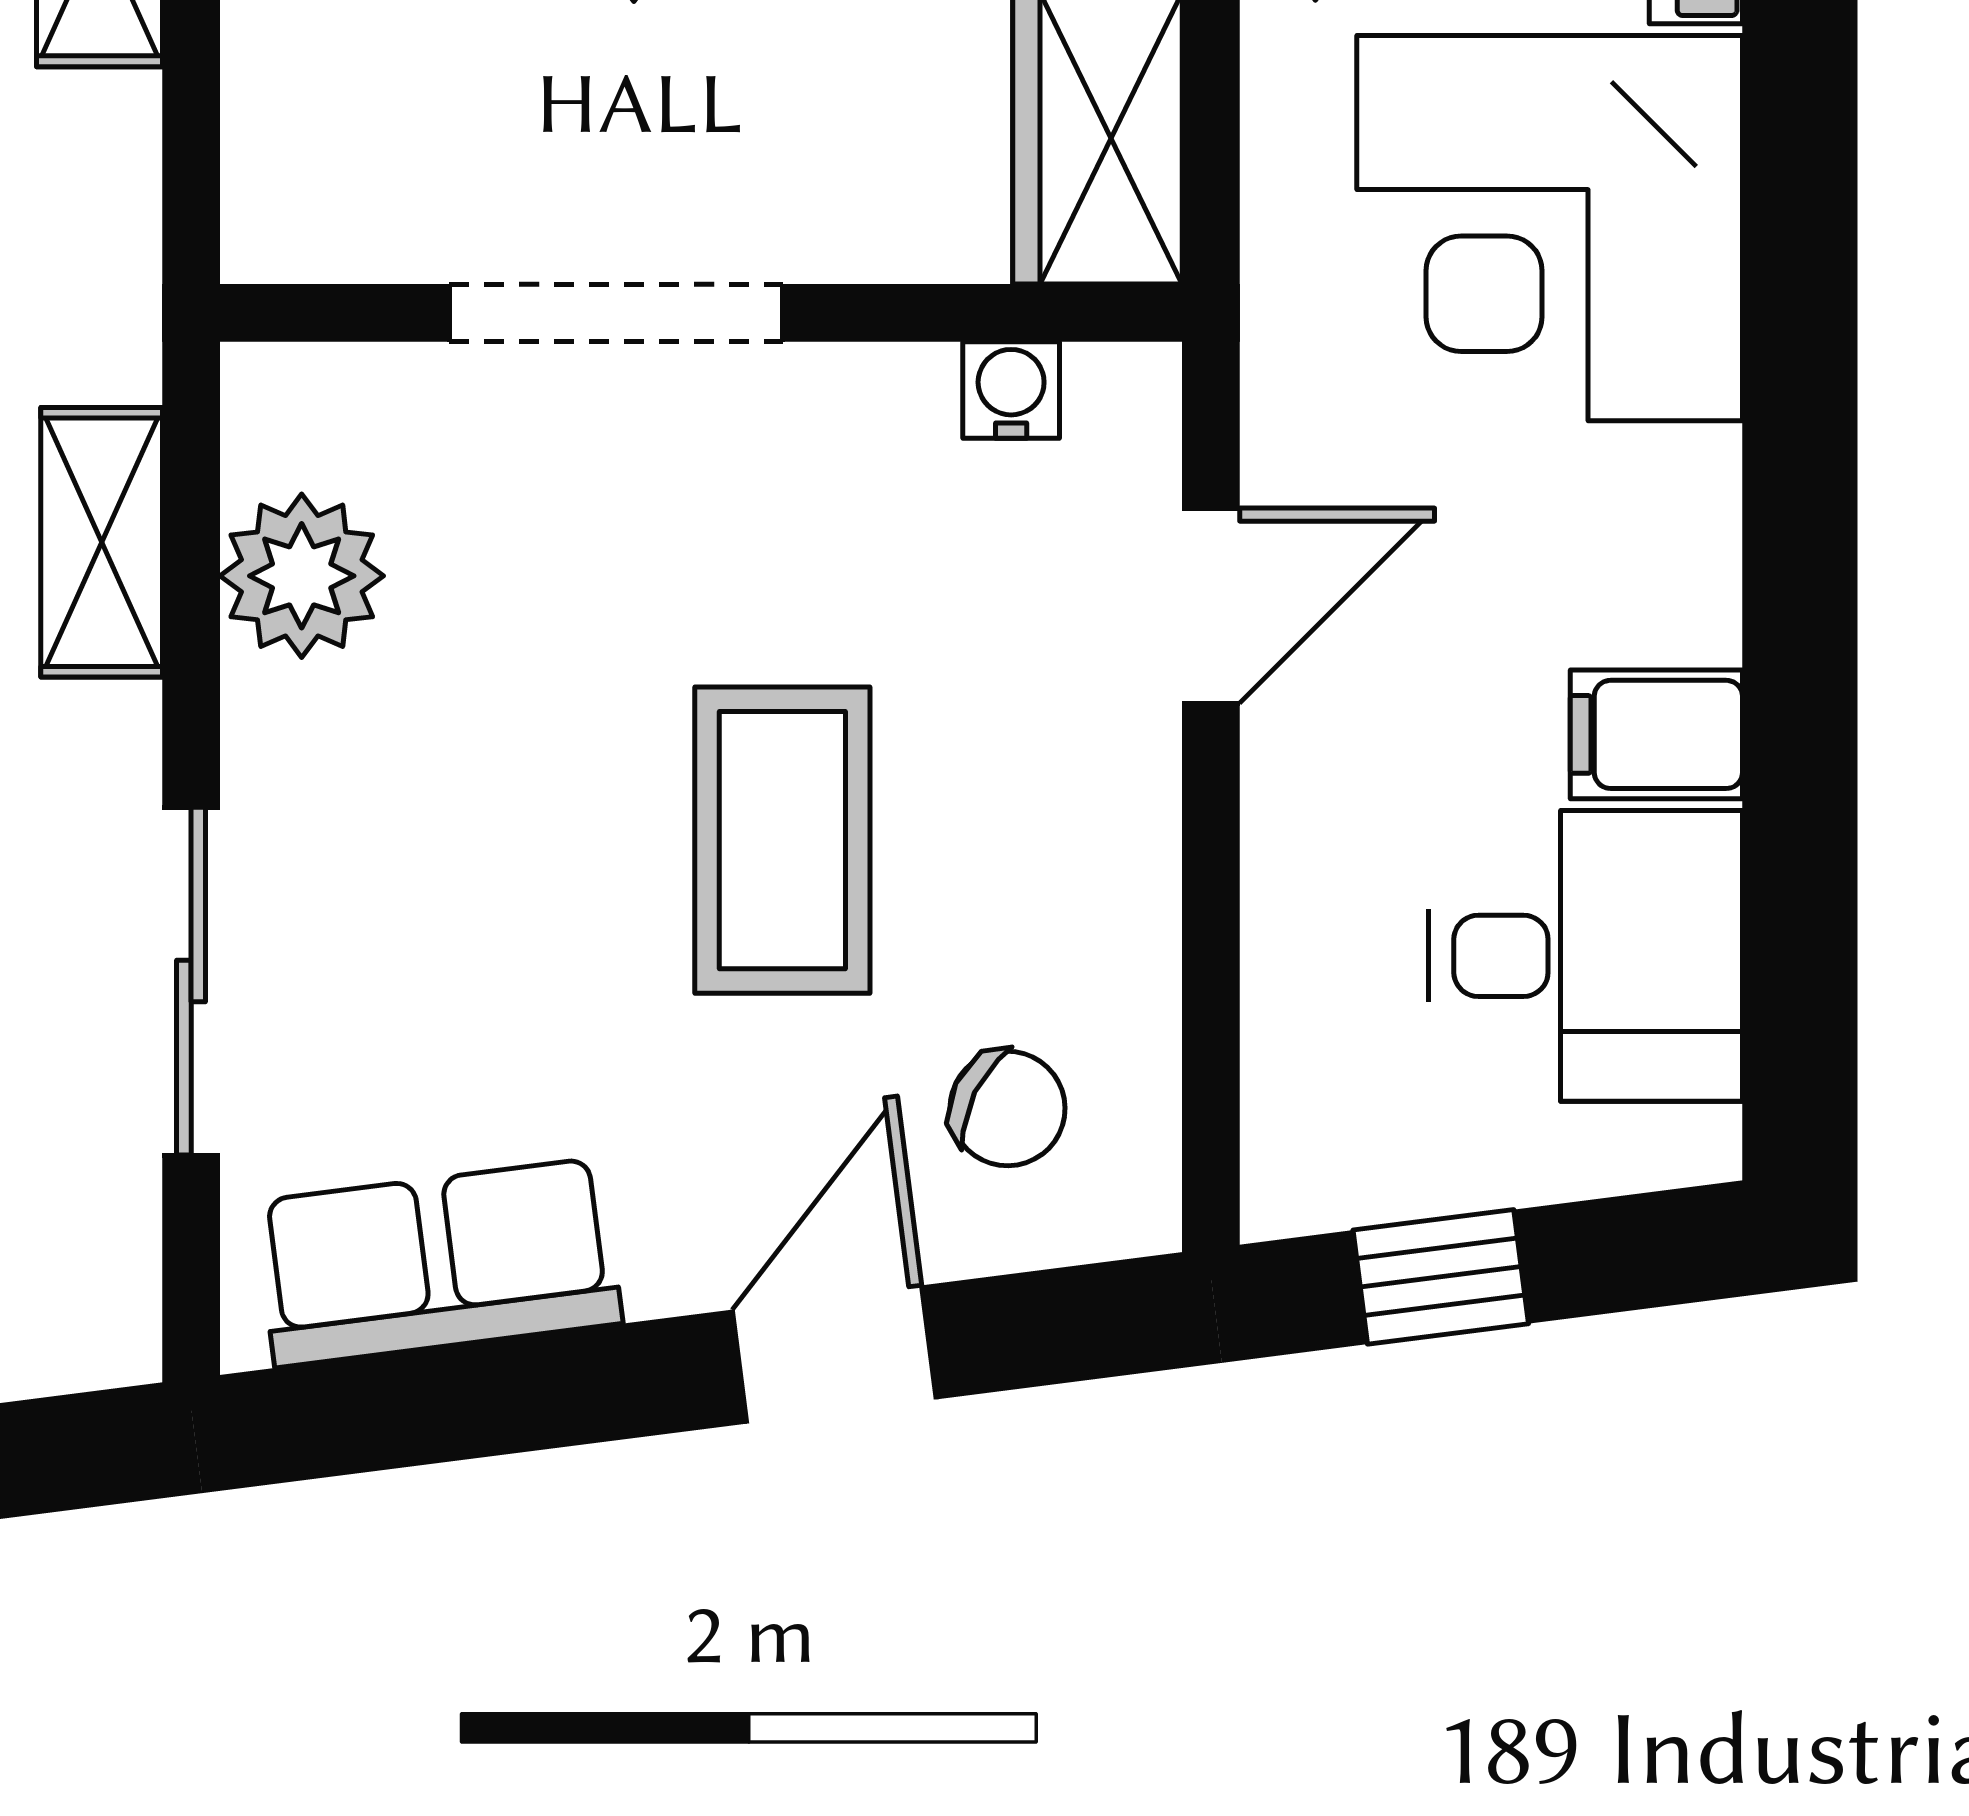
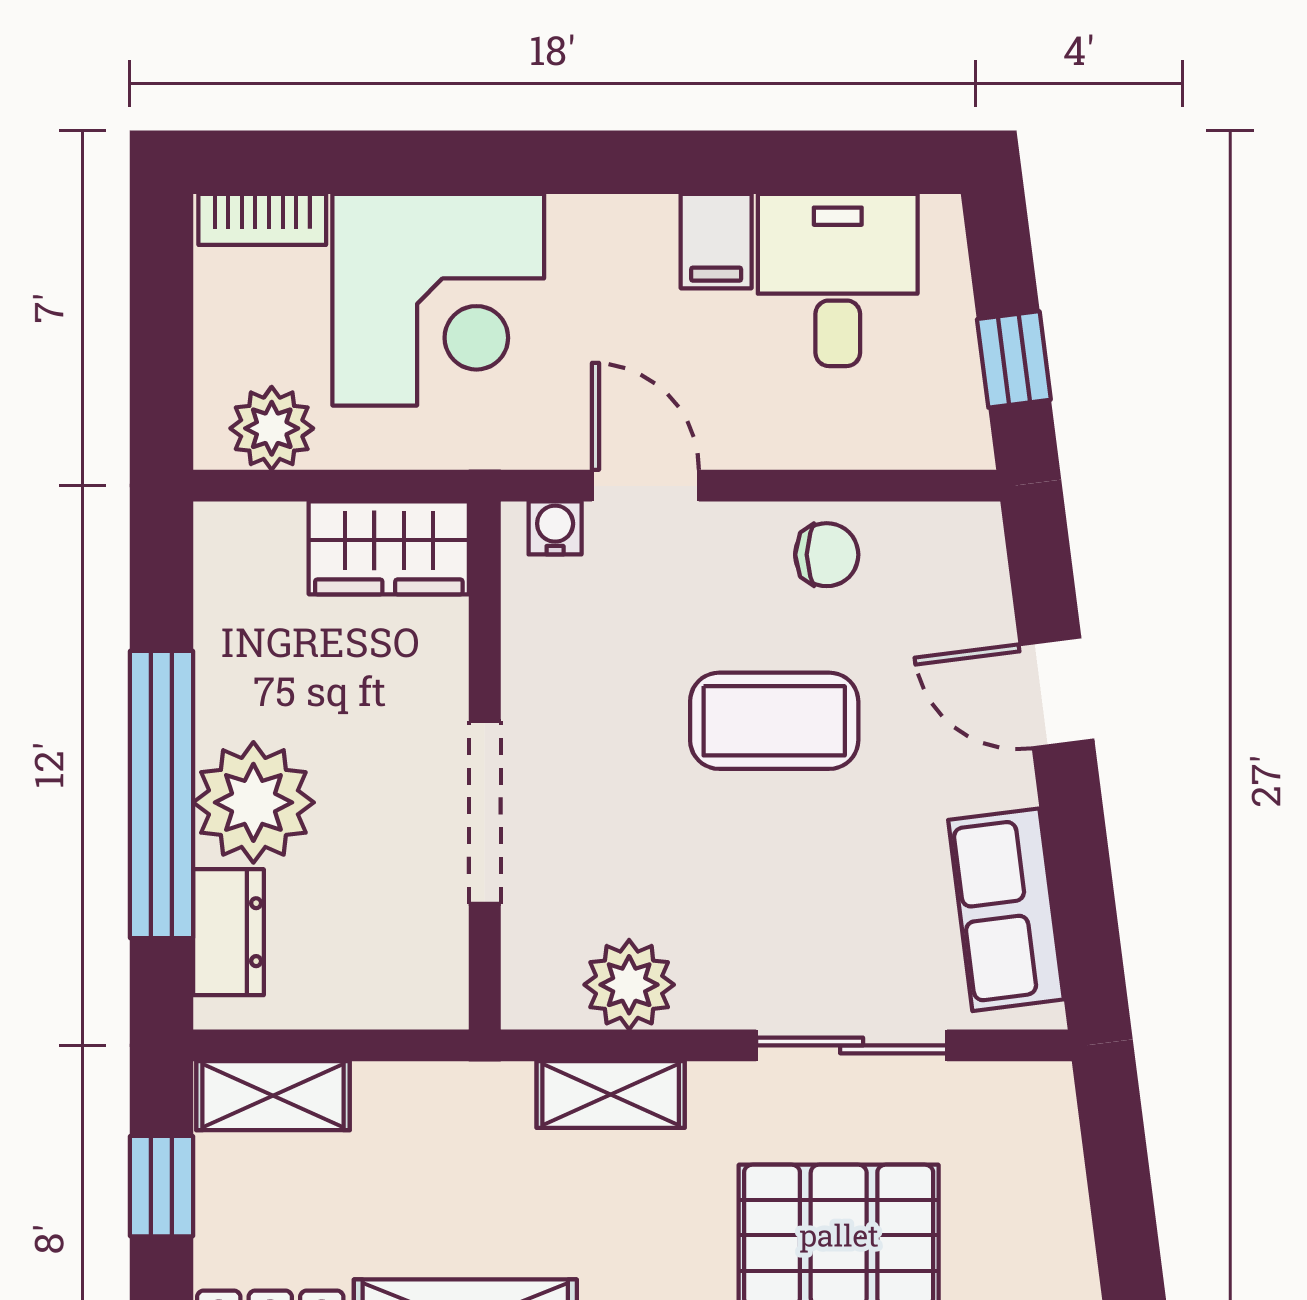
water cooler: (1011, 390) -> (555, 528), moved, turned 90
chair: (1007, 1109) -> (827, 555), moved, turned 64

